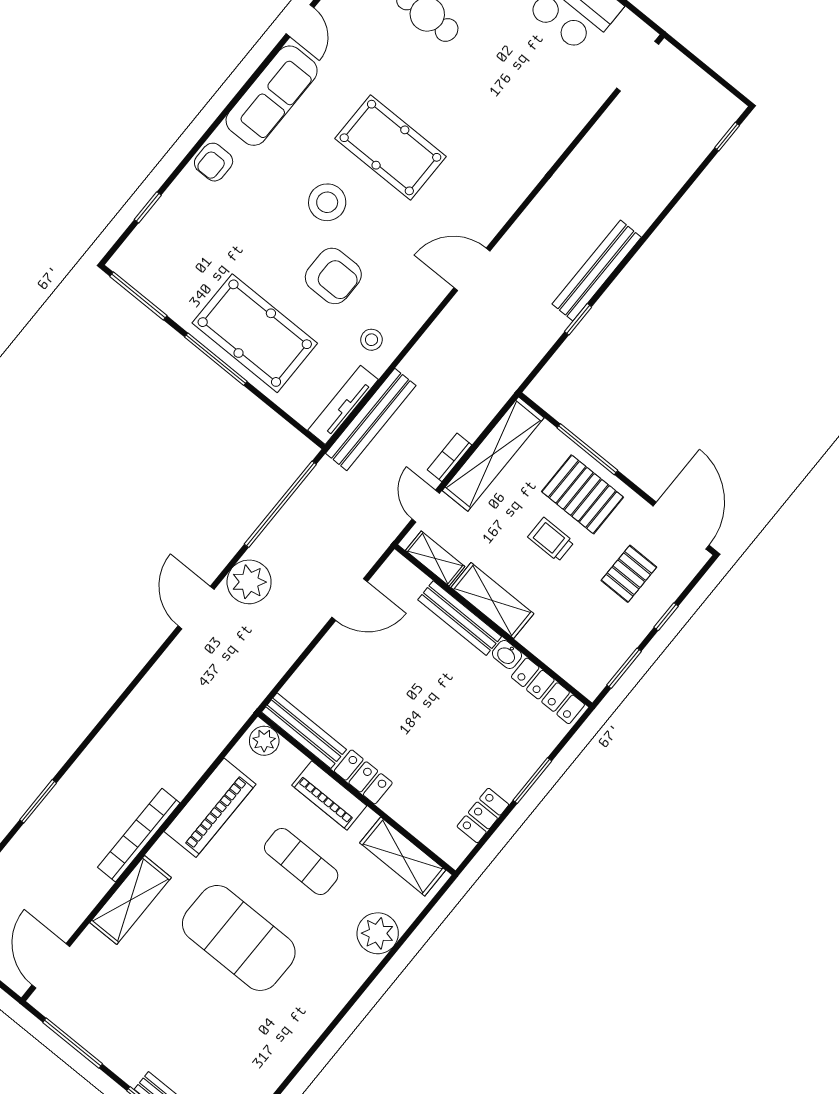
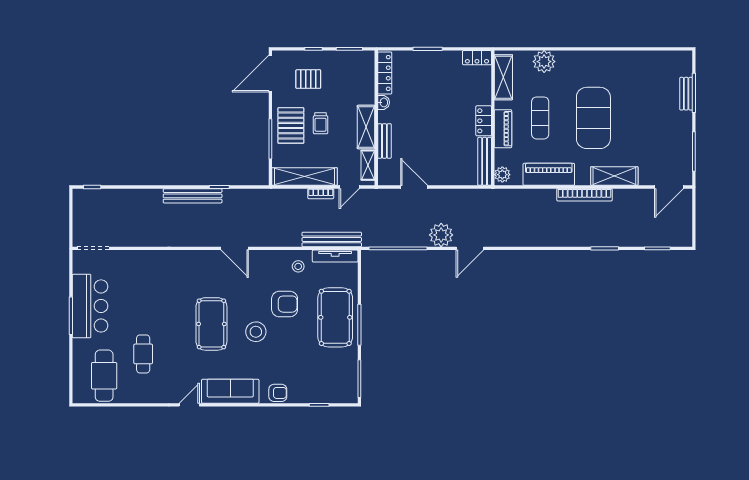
armchair: (333, 276) -> (285, 304), turned 90
bench: (460, 618) -> (384, 141), width x0.73
locker: (483, 815) -> (477, 58), moved

